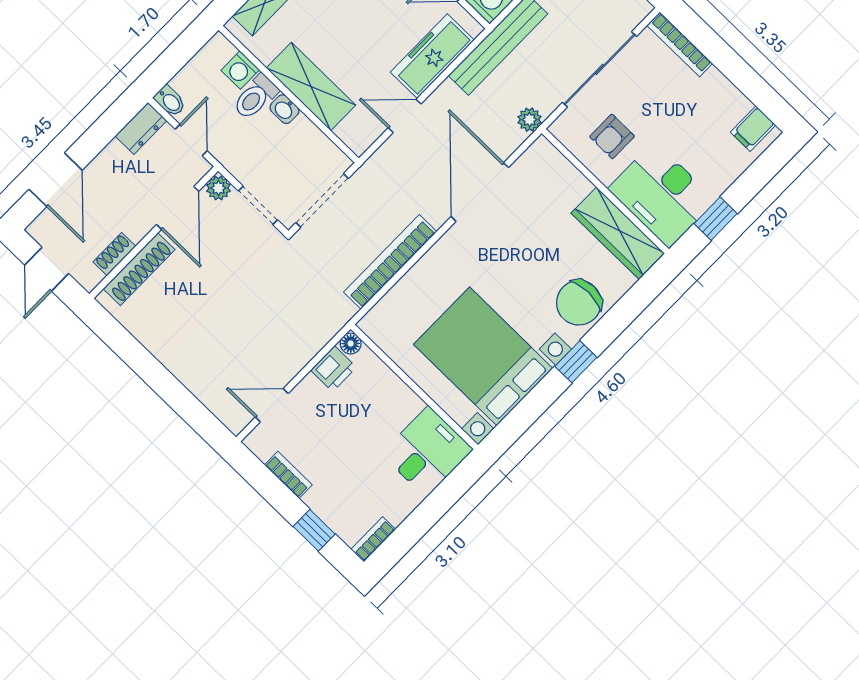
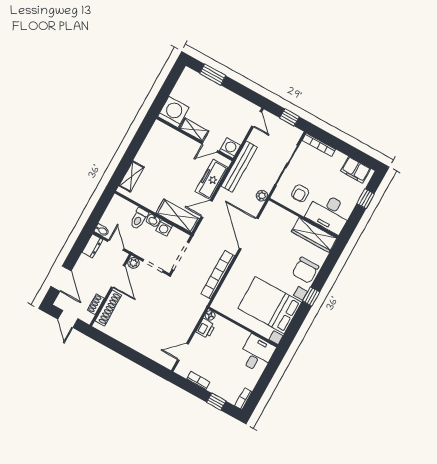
washing machine: (240, 70) -> (164, 228), moved
shelving: (311, 87) -> (178, 216), moved
filing cabinet: (753, 129) -> (356, 170), width x2.00
window: (716, 219) -> (366, 199), moved

